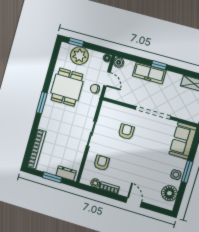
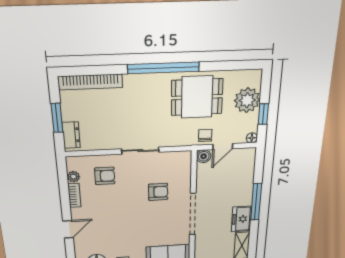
window: (76, 42) -> (263, 114), moved
boiler: (119, 62) -> (204, 156), moved
window: (159, 65) -> (256, 202), width x2.17
freezer: (149, 73) -> (242, 219), moved, width x0.71
window: (42, 103) -> (163, 68), width x2.11

